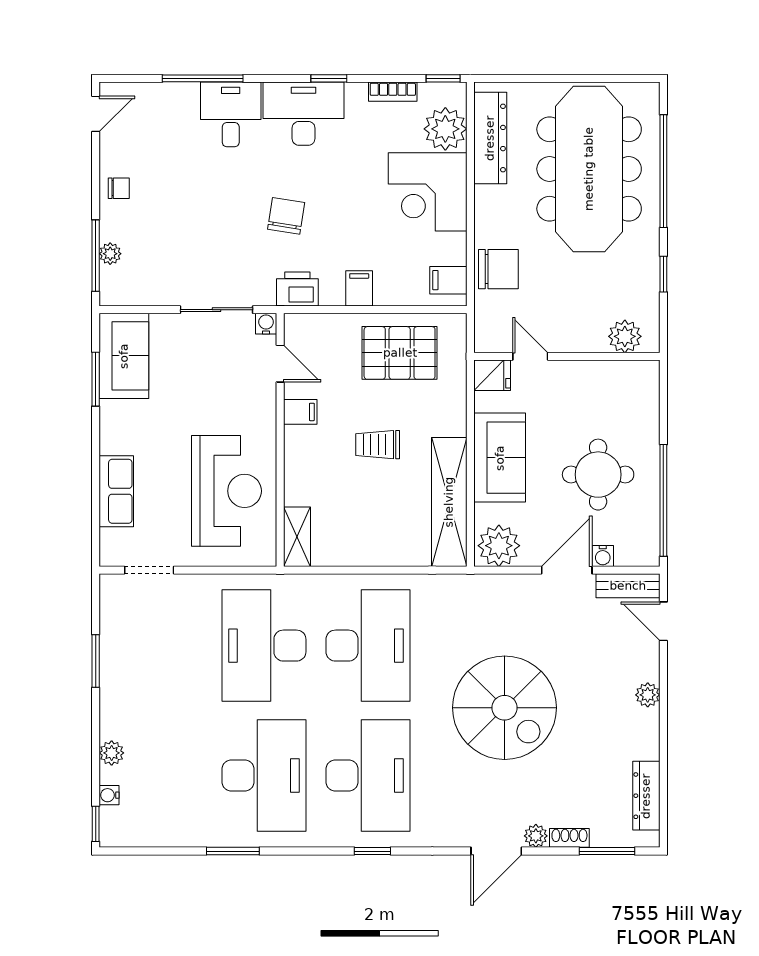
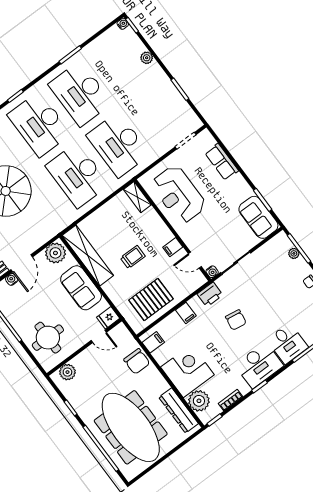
chair: (498, 269) -> (137, 361), turned -90
round table: (598, 475) -> (48, 338), moved
desk: (264, 646) -> (118, 145), turned 180
water cooler: (109, 795) -> (123, 24), moved

